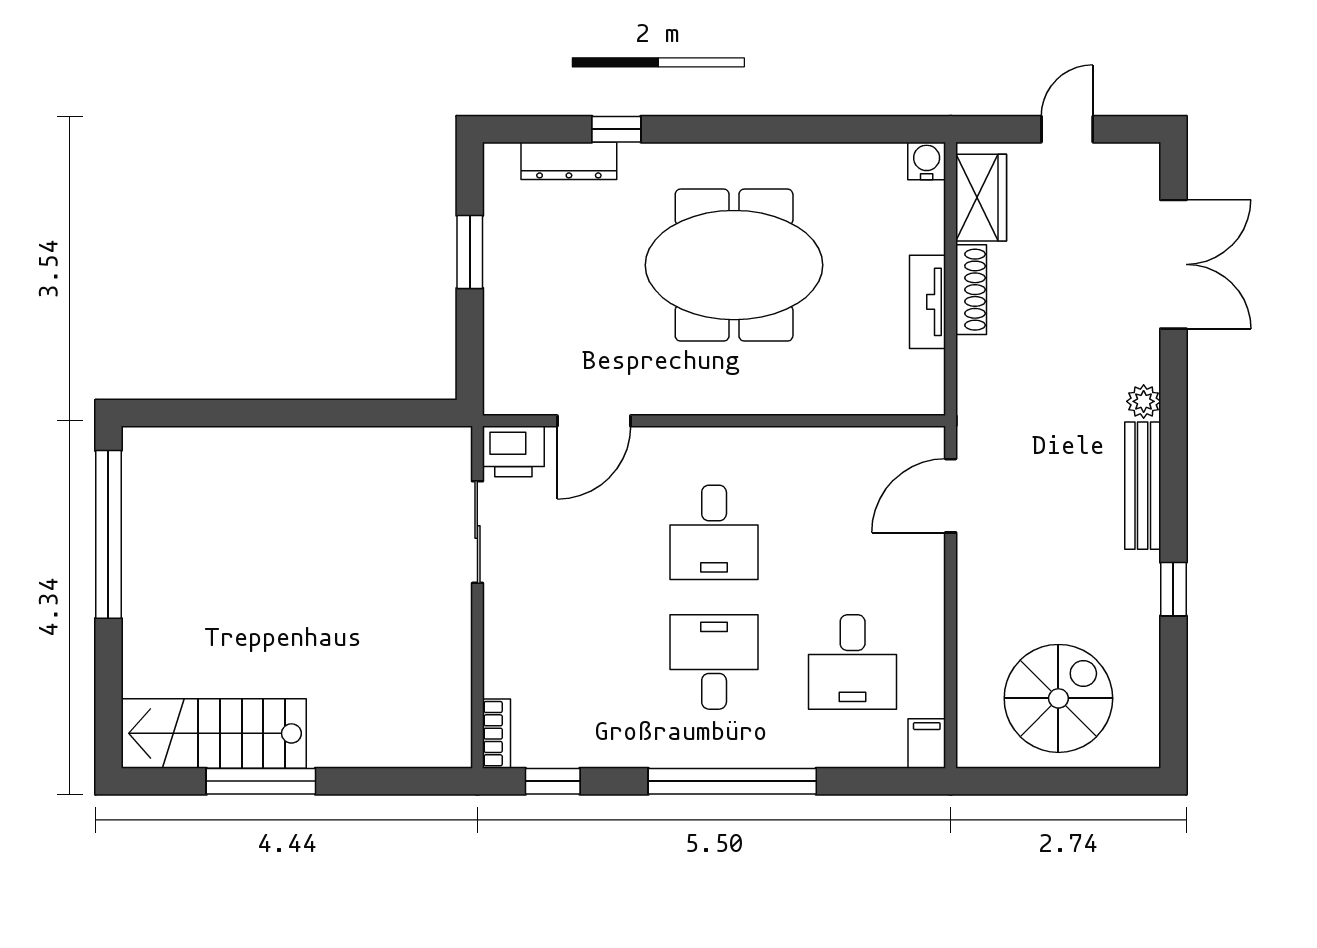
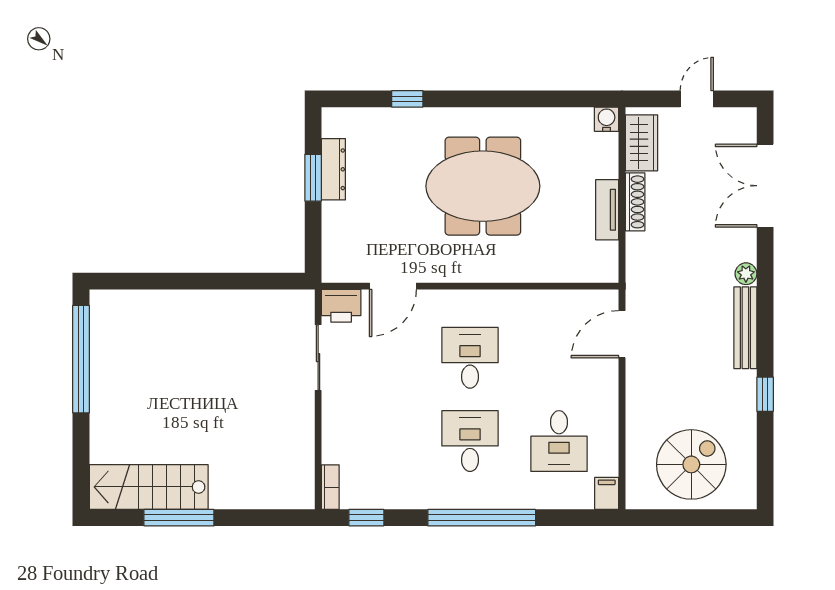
dresser: (569, 161) -> (333, 169), moved, turned -90
double door: (1173, 264) -> (765, 186), swing flipped
desk: (714, 532) -> (470, 358), turned 180

